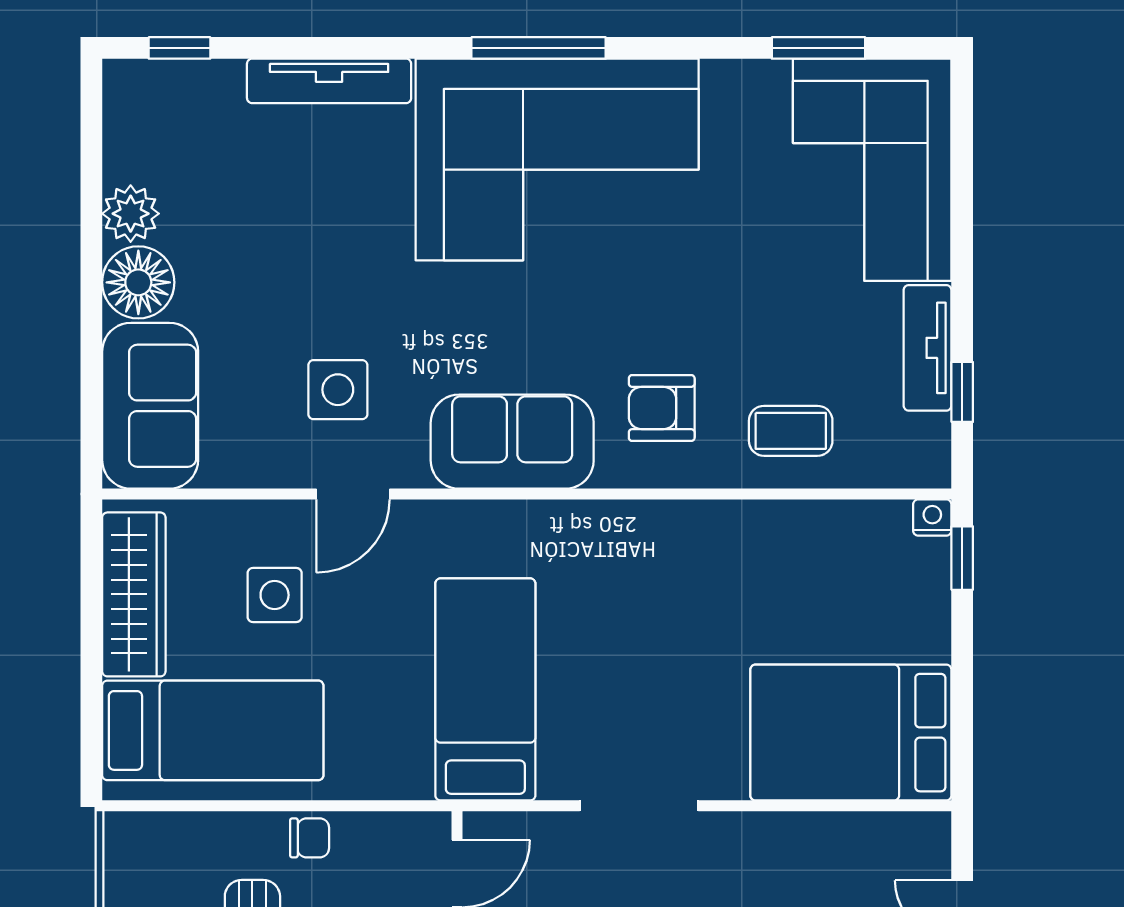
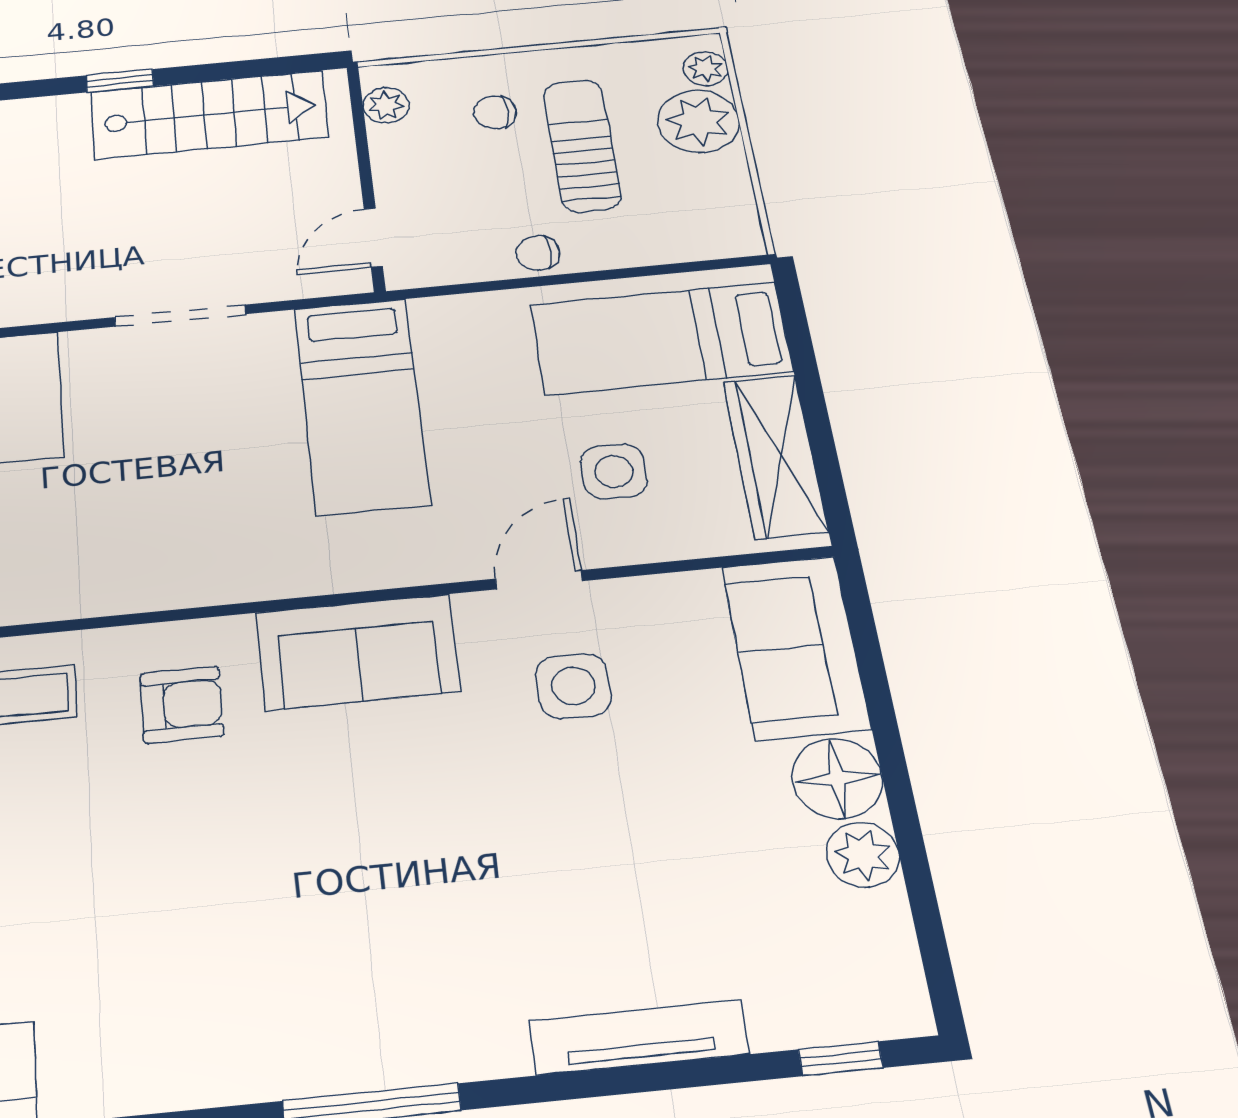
corner sofa: (557, 159) -> (334, 971), removed

